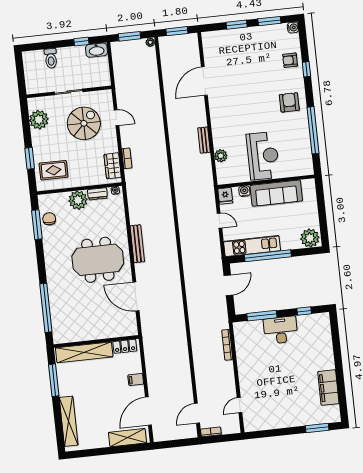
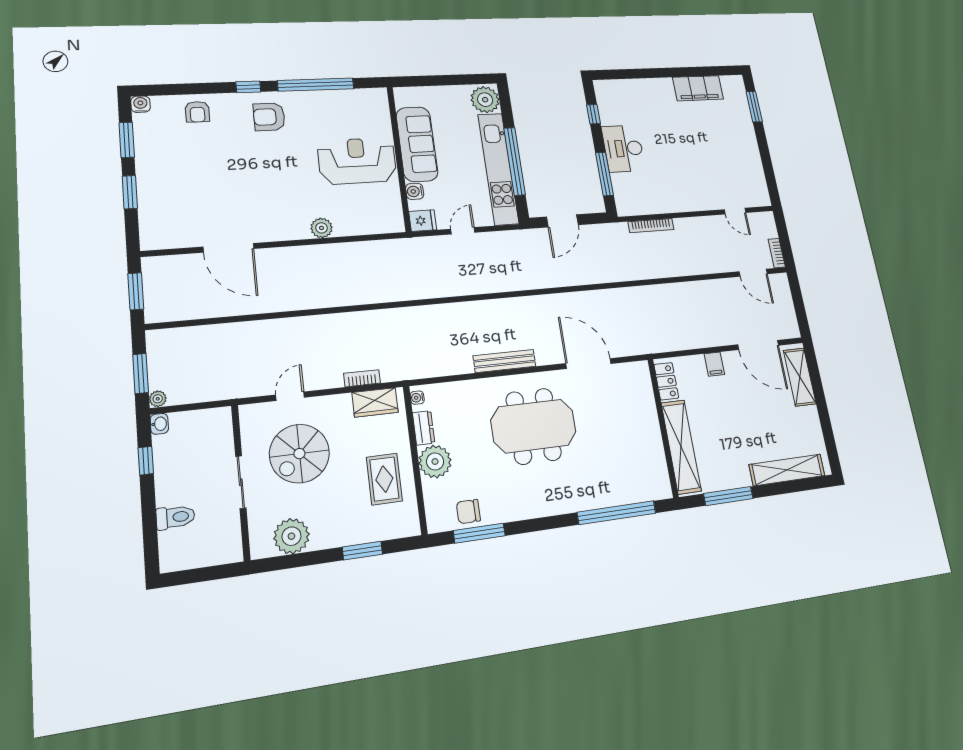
plant: (150, 42) -> (158, 399), moved
washbasin: (97, 50) -> (159, 424), width x0.52, depth x0.69
window: (306, 69) -> (248, 87), moved
spiral stairs: (84, 123) -> (299, 454), turned -90
bench: (204, 140) -> (331, 251), removed
plant: (221, 156) -> (322, 228), moved
rug: (54, 170) -> (384, 479), moved
kitchen unit: (252, 246) -> (498, 169), width x1.36
meeting table: (98, 260) -> (534, 426), turned 90
door: (228, 285) -> (562, 221), swing flipped
door: (136, 297) -> (589, 364), swing flipped

